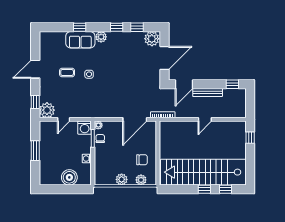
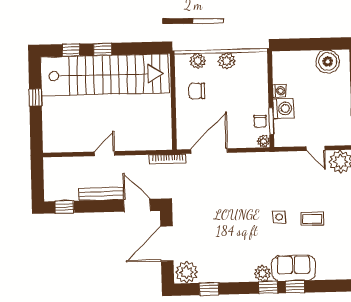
window: (117, 27) -> (268, 287), moved
door: (184, 84) -> (137, 205), hinge flipped
door: (64, 119) -> (316, 148), swing flipped
washing machine: (85, 128) -> (283, 109), moved, turned 90
window: (250, 138) -> (35, 97), moved
boiler: (69, 177) -> (328, 62), moved

